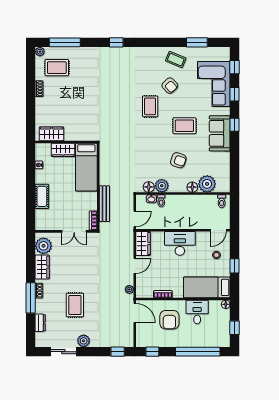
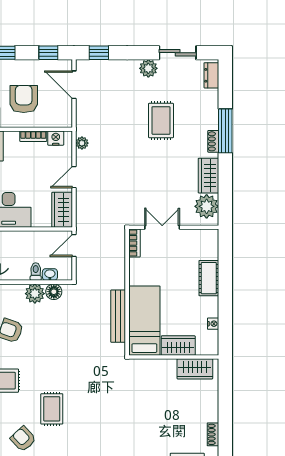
bench: (104, 204) -> (118, 316), moved
nightstand: (147, 293) -> (56, 138), added
door: (135, 313) -> (74, 85), moved
dresser: (40, 323) -> (211, 75), moved

